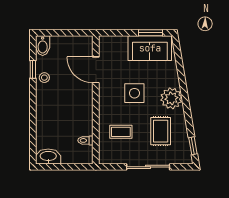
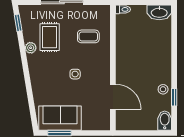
side table: (134, 93) -> (75, 74), width x0.54, depth x0.54
plant: (171, 98) -> (31, 48), moved, width x0.53, depth x0.53
toilet: (85, 140) -> (123, 9), moved

